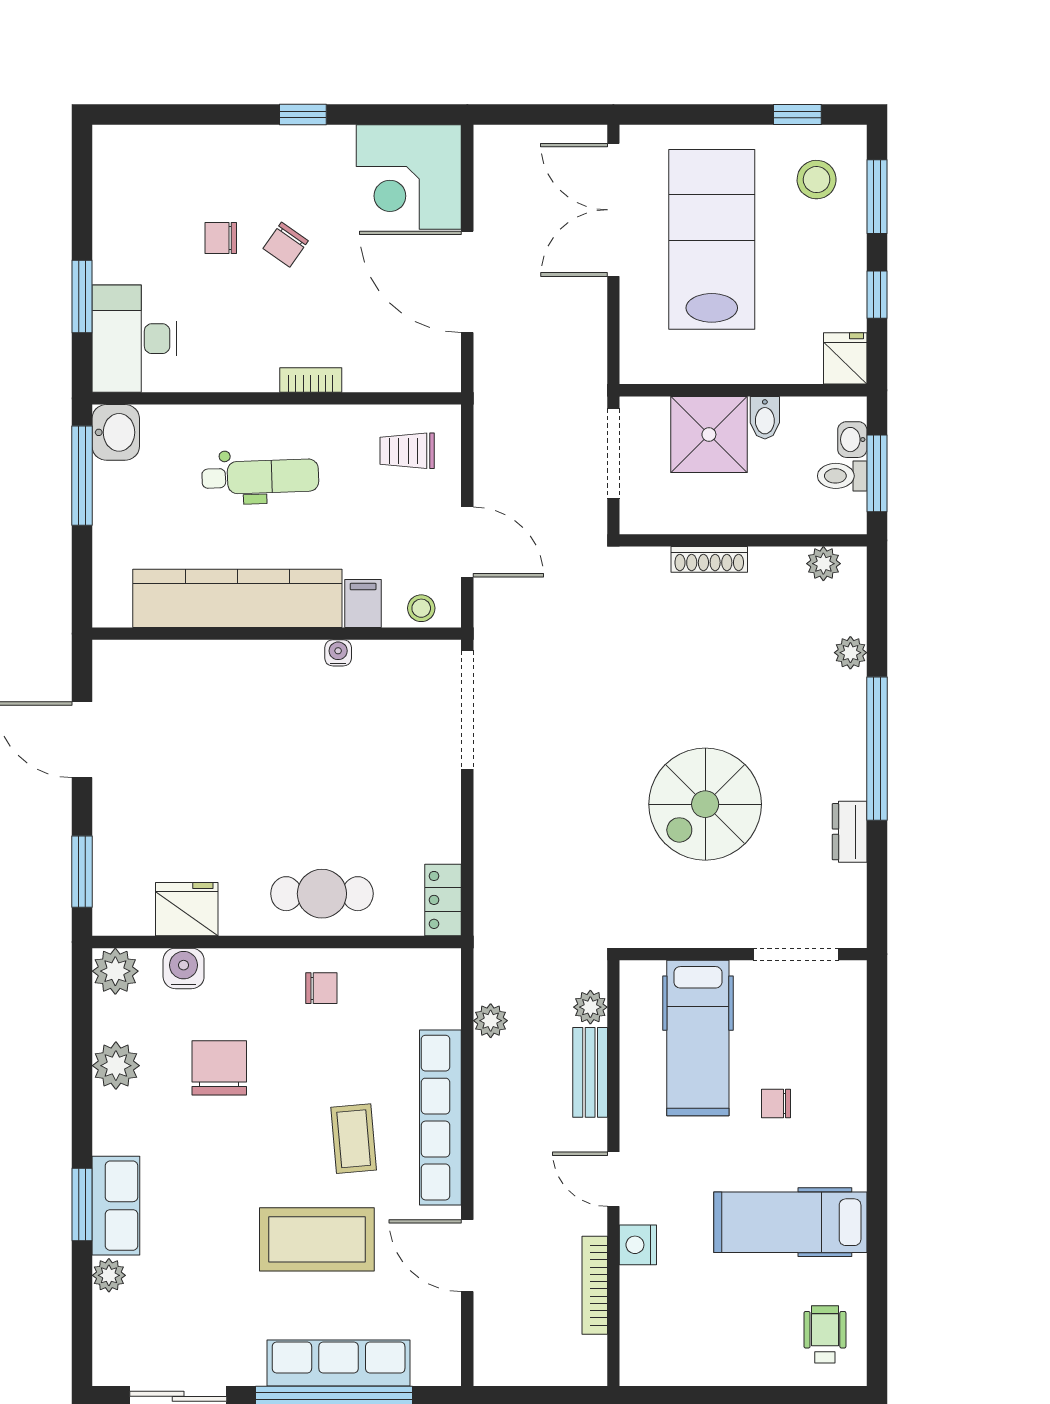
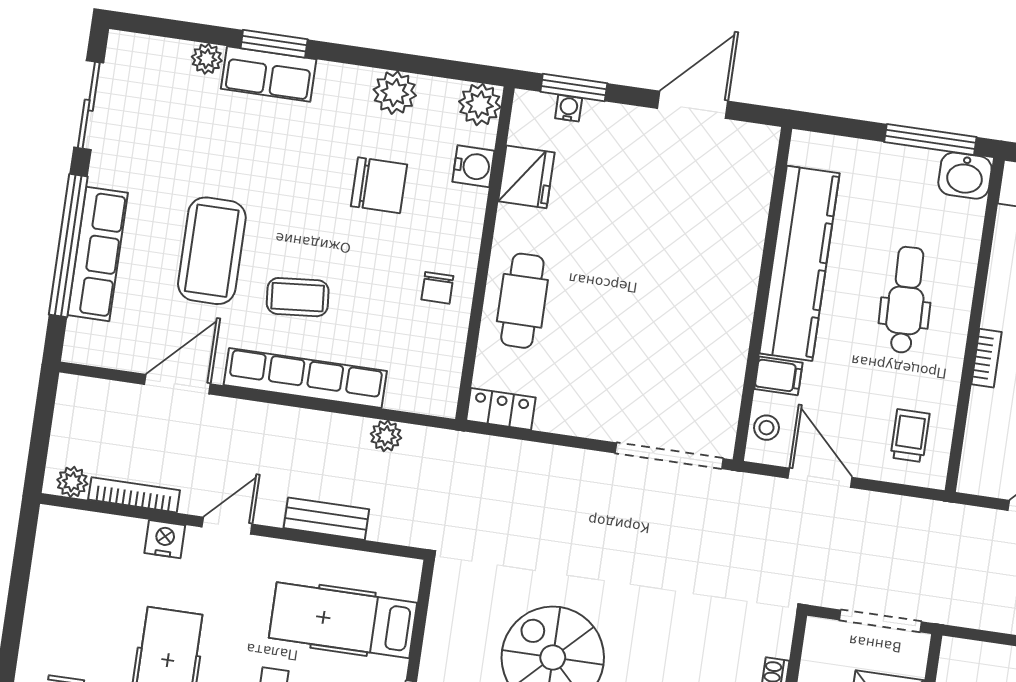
dental chair: (260, 477) -> (906, 300), turned 180
door: (467, 542) -> (820, 478), swing flipped
water cooler: (338, 653) -> (569, 108), moved, turned -90
plant: (590, 1007) -> (72, 482), moved

